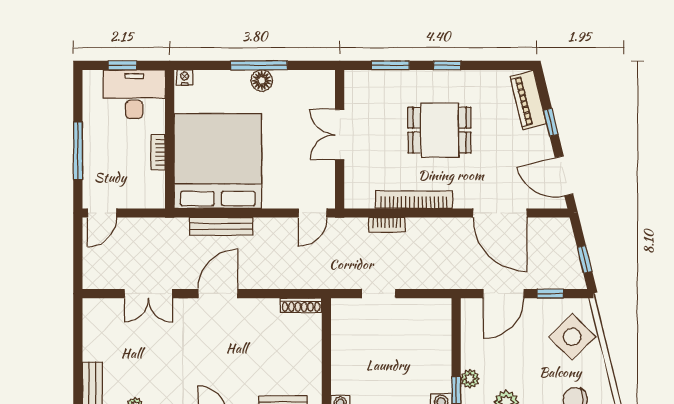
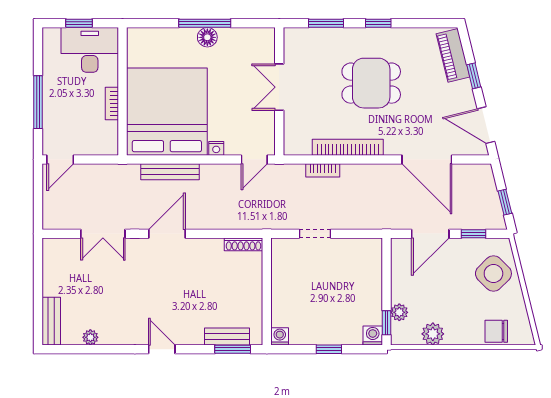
nightstand: (185, 77) -> (216, 148), moved, turned 180

